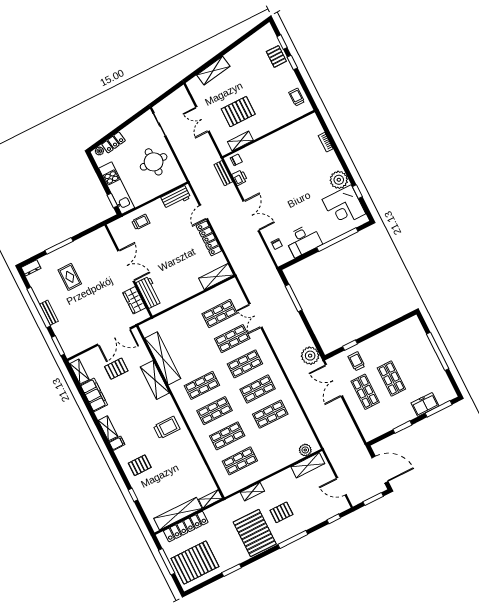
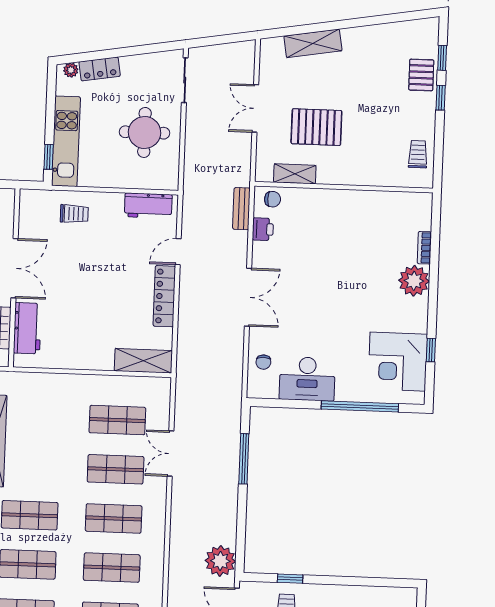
plant: (339, 180) -> (414, 281), moved

